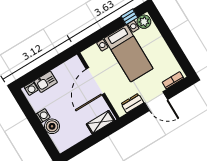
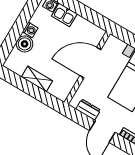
shelving: (100, 122) -> (37, 79), moved

